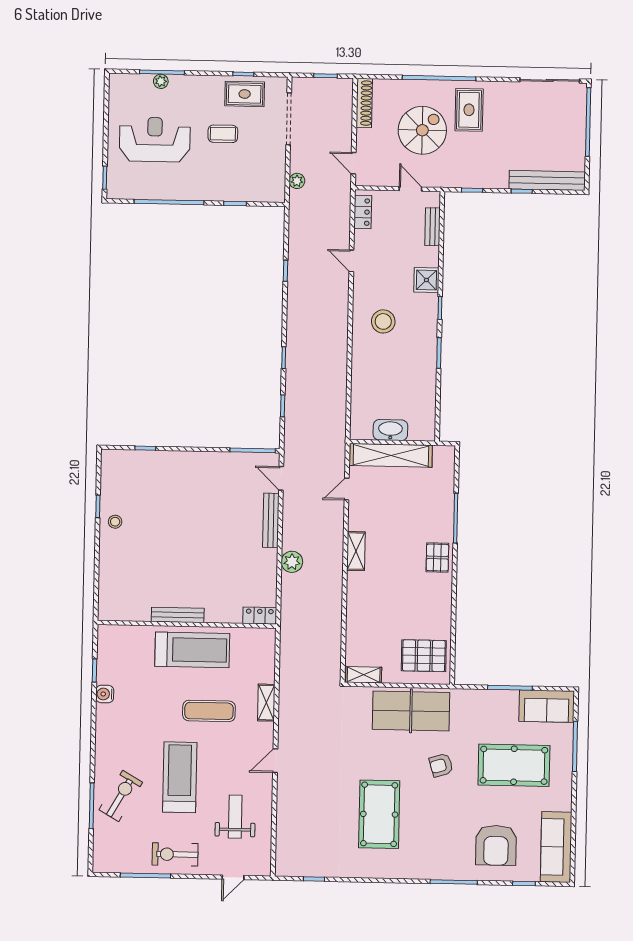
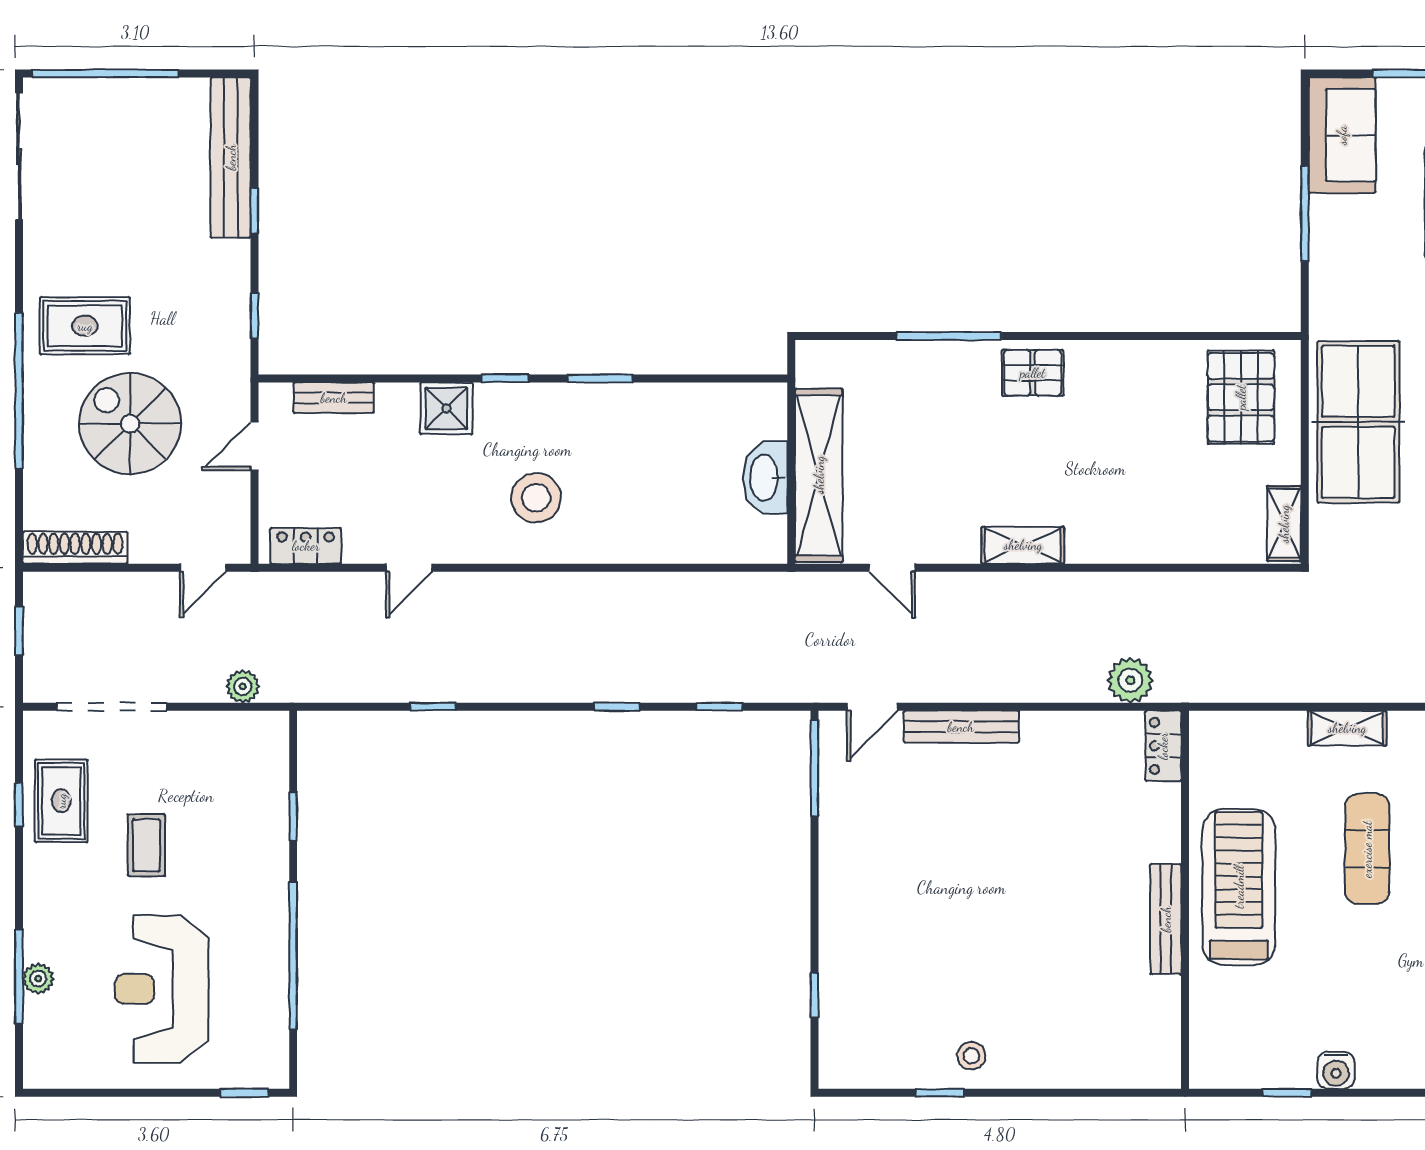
plant: (292, 562) -> (1130, 680), moved

